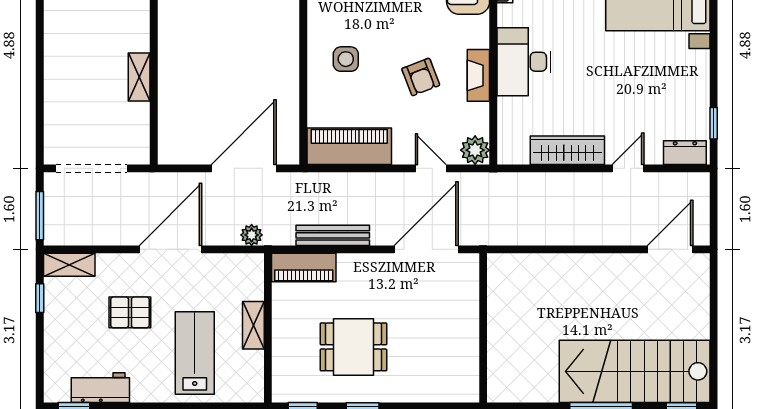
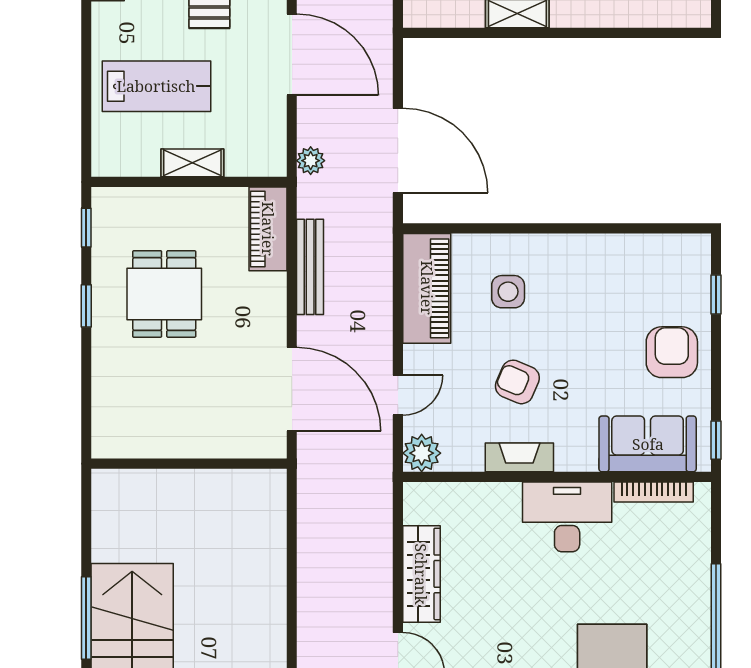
side table: (346, 59) -> (508, 292), moved
desk: (524, 62) -> (567, 517), moved
armchair: (421, 77) -> (517, 382), turned 44

